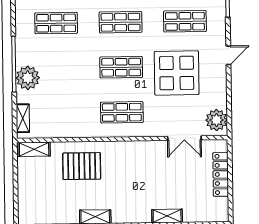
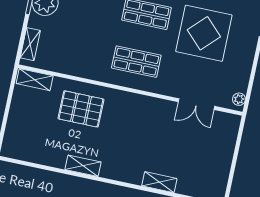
plant: (217, 120) -> (239, 99), width x0.53, depth x0.53
locker: (221, 174) -> (226, 151), removed

